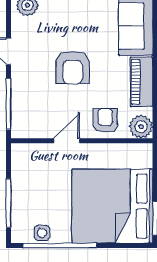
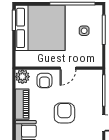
side table: (42, 233) -> (84, 31), moved

